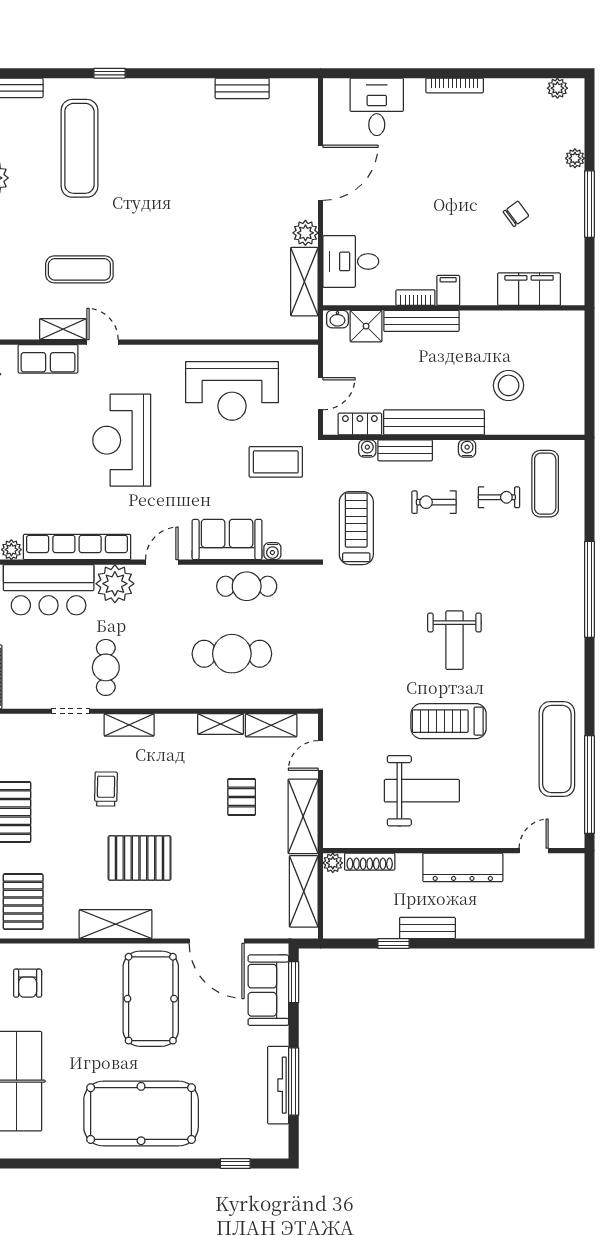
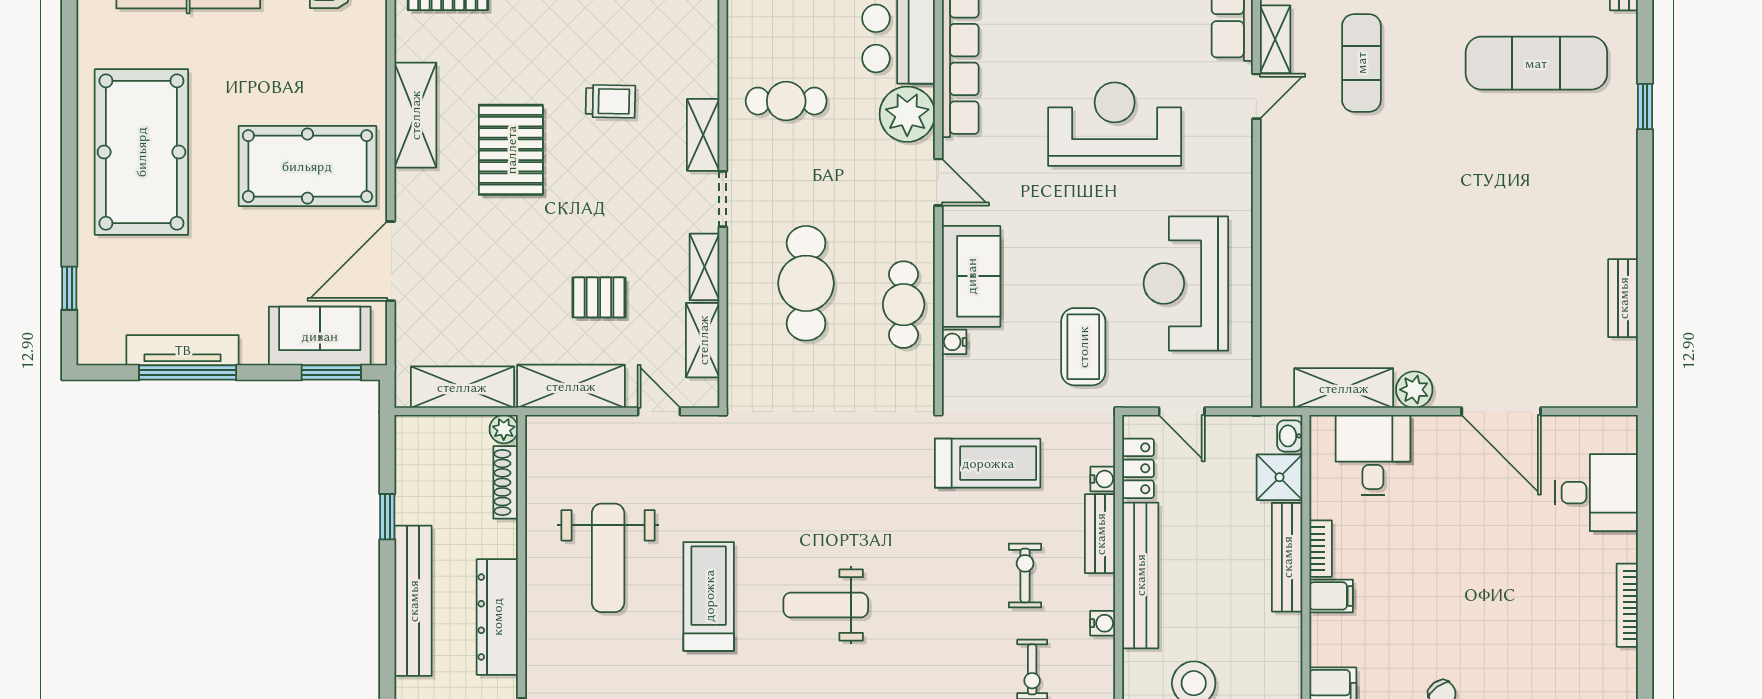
doorway: (71, 711) -> (723, 199), moved
bench: (427, 928) -> (413, 601), width x1.86, depth x1.21

